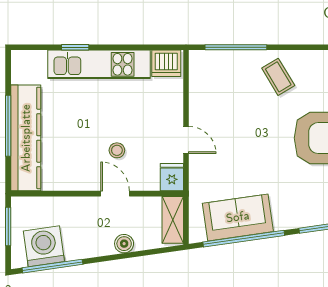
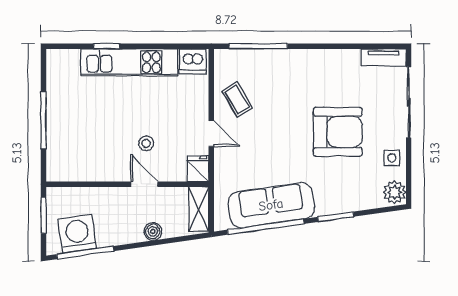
coffee table: (278, 77) -> (237, 100), moved
kitchen counter: (26, 138) -> (60, 132), removed
sofa: (238, 217) -> (271, 205), width x1.36

